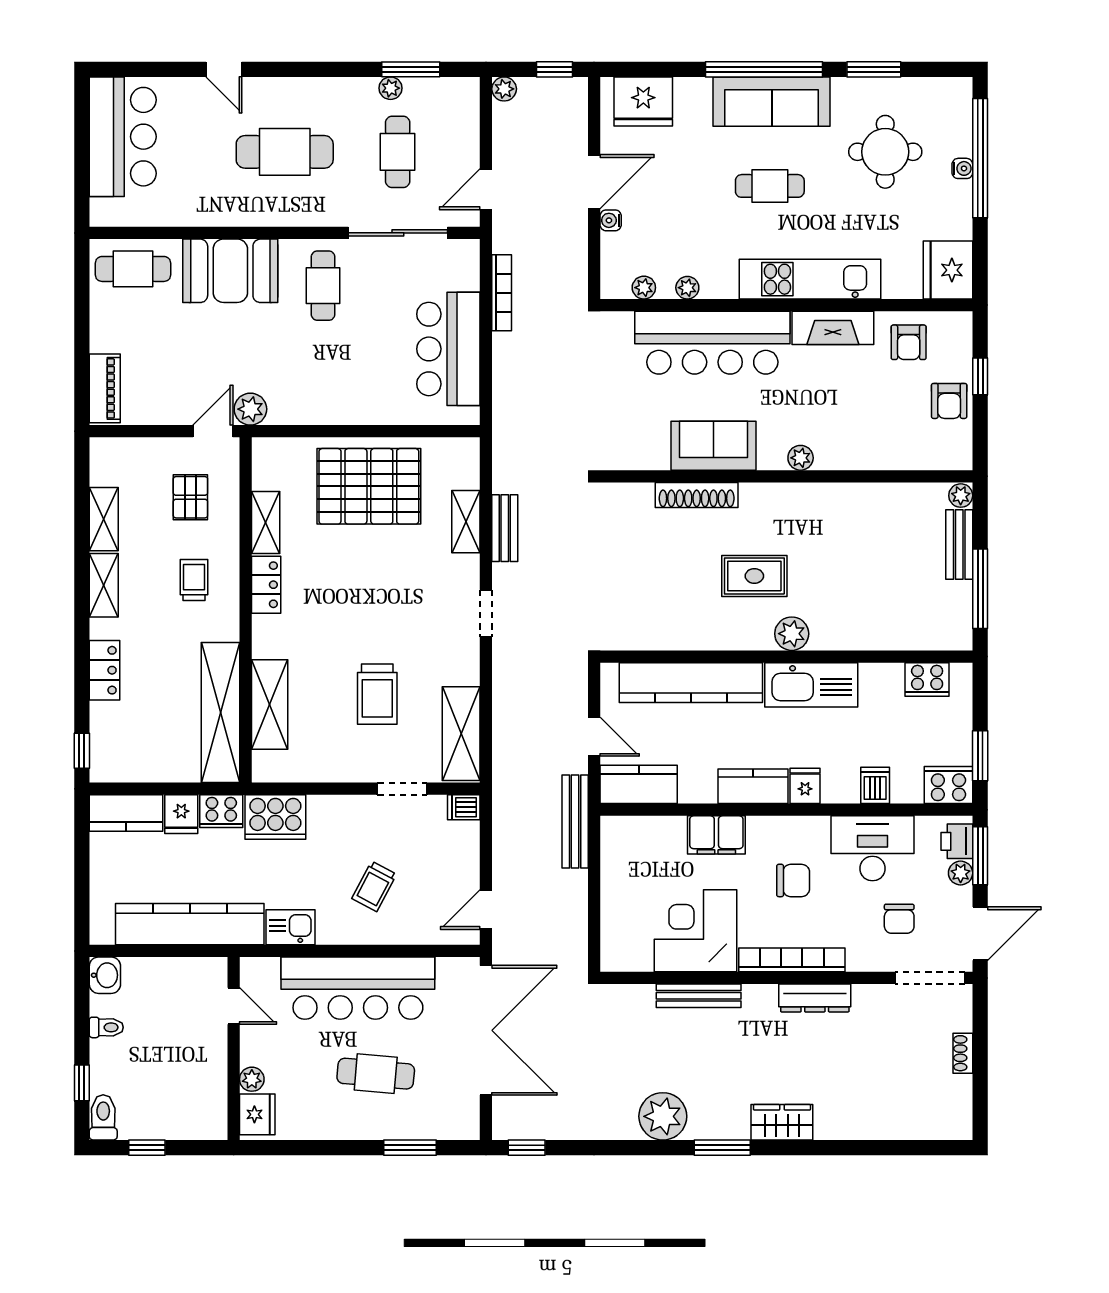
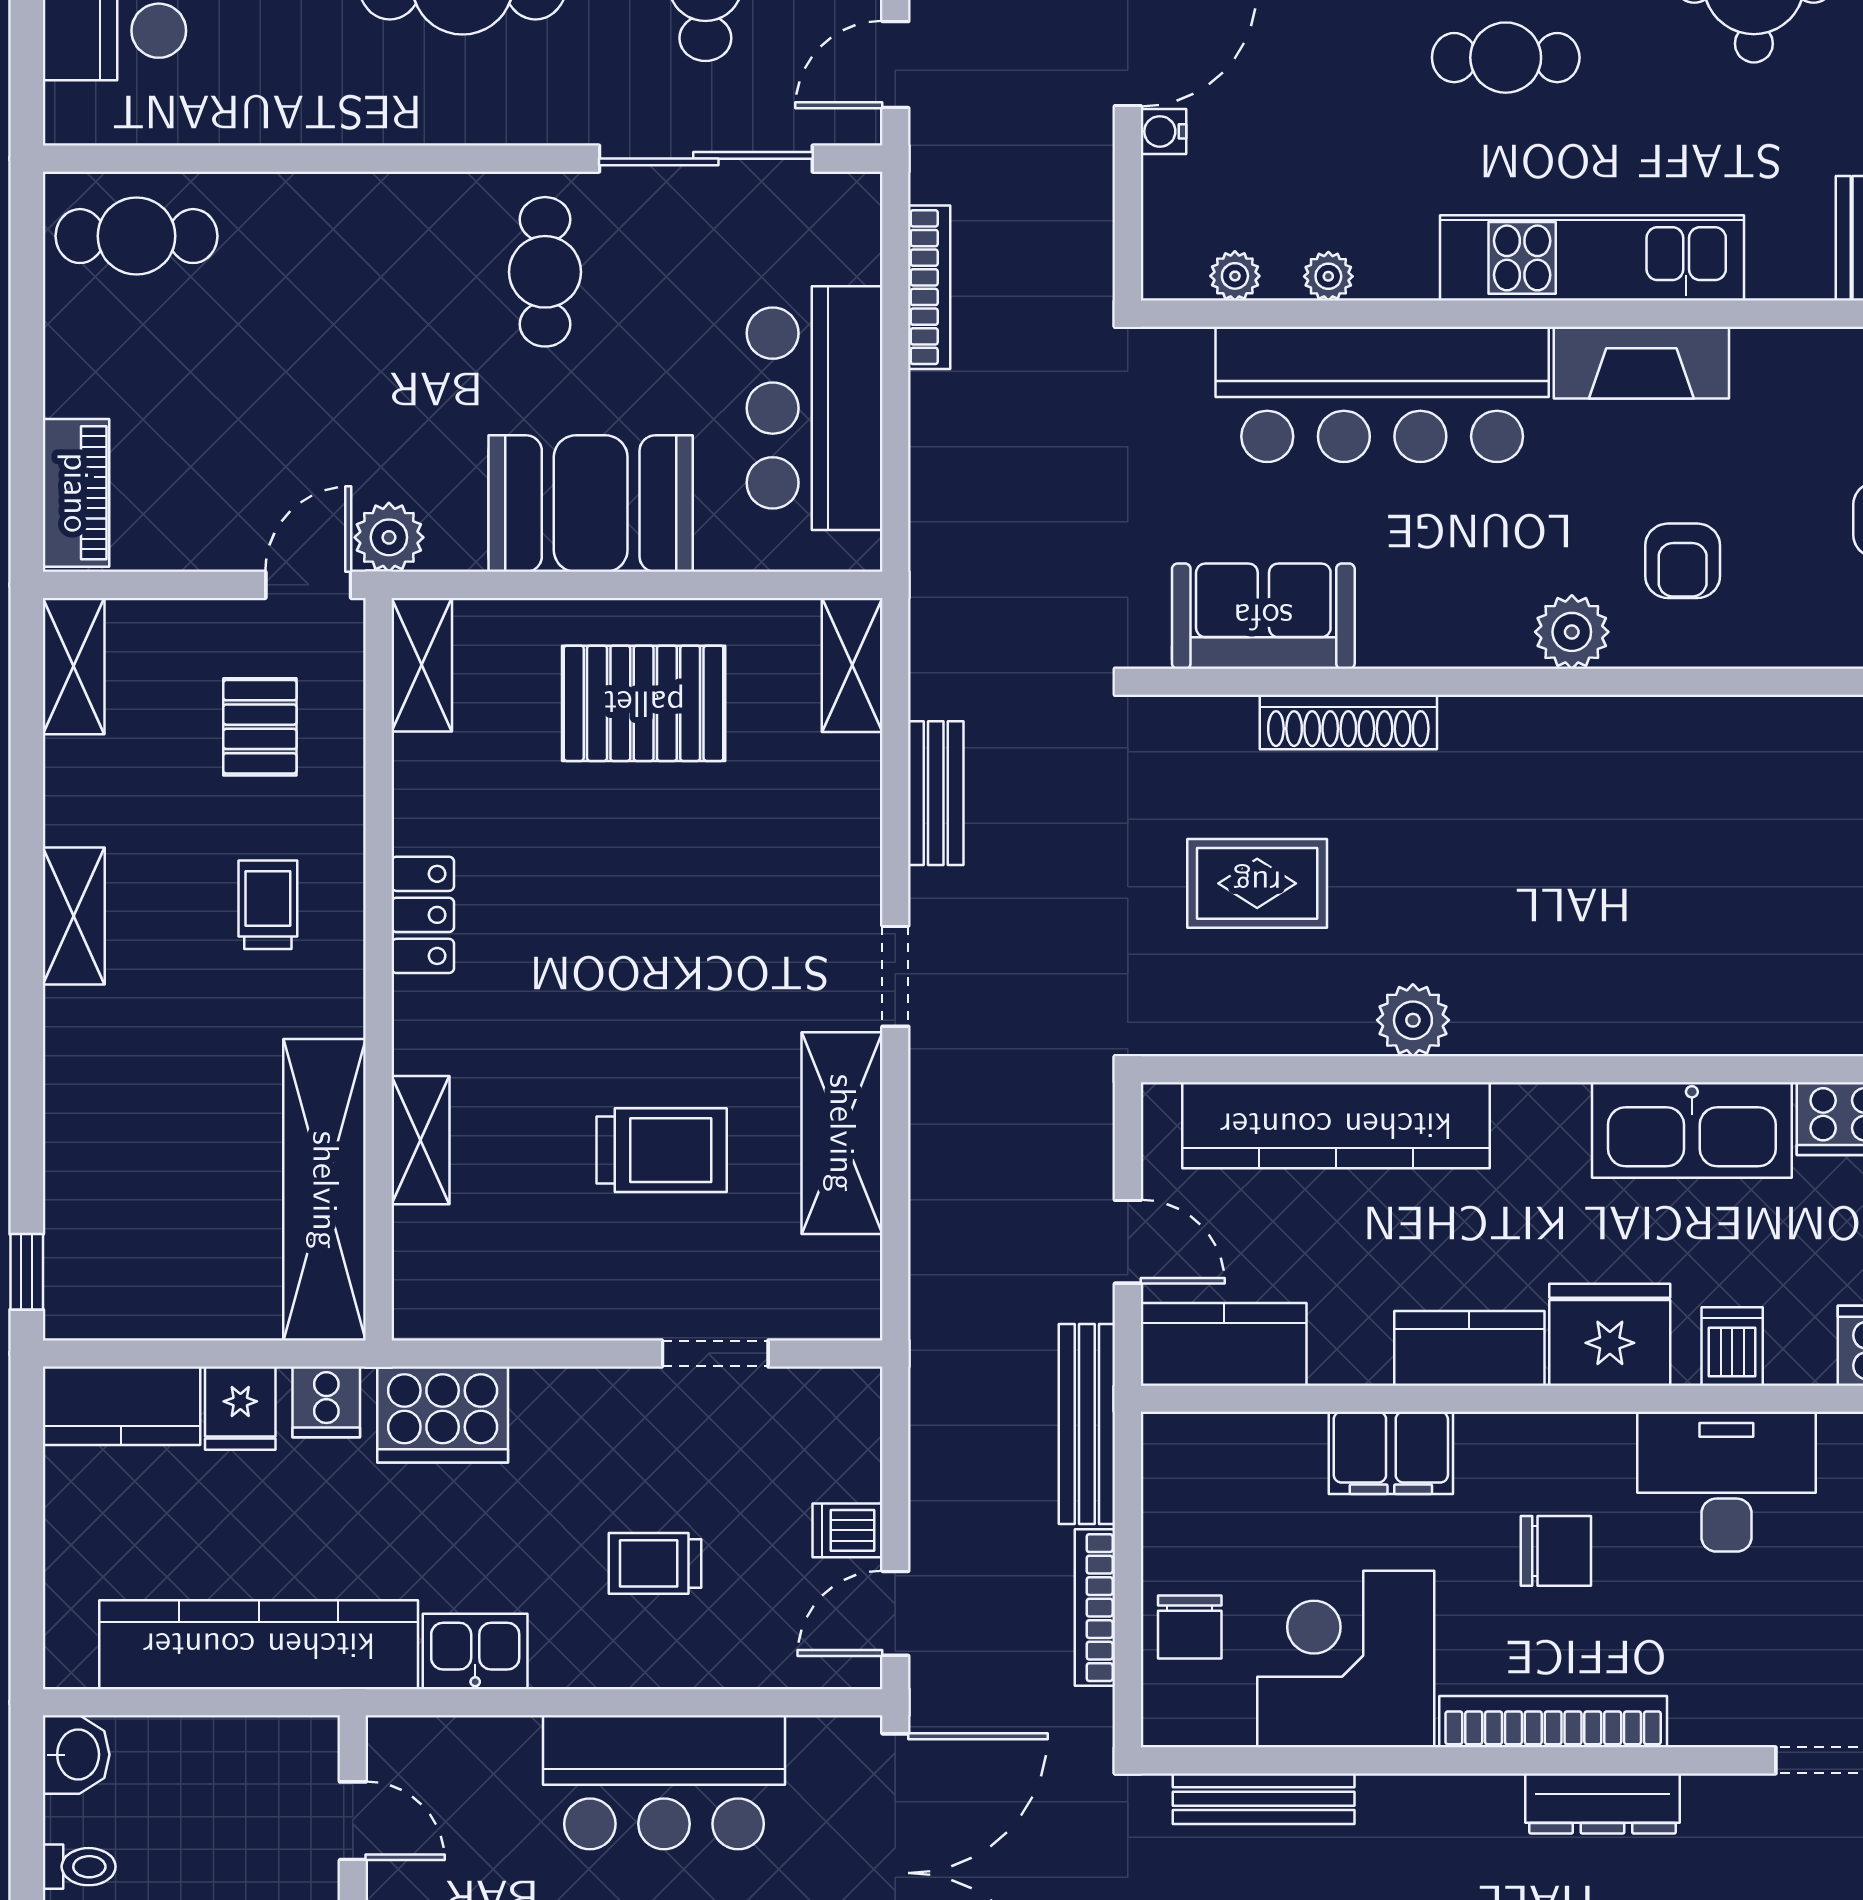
booth: (230, 271) -> (591, 504), moved
armchair: (909, 342) -> (1683, 561), moved
sofa: (714, 446) -> (1263, 616), moved
plant: (801, 458) -> (1572, 632), width x1.38, depth x1.38
pallet: (369, 486) -> (644, 703), width x0.73, depth x0.71
shelving: (104, 519) -> (74, 666), moved
shelving: (466, 522) -> (852, 665), moved
shelving: (266, 523) -> (422, 665), moved
rug: (754, 576) -> (1257, 883), moved
plant: (792, 634) -> (1413, 1020), moved
locker: (105, 670) -> (75, 1099), removed
kitchen sink: (811, 685) -> (1692, 1130), moved
trolley: (377, 694) -> (662, 1150), turned -90
shelving: (270, 704) -> (421, 1140), width x0.67, depth x0.75
shelving: (461, 734) -> (842, 1133), moved
fridge: (805, 786) -> (1610, 1335), width x1.88, depth x1.34
dishwasher: (464, 807) -> (848, 1530), moved
cooker: (221, 811) -> (326, 1402), width x0.73
trolley: (374, 886) -> (655, 1563), turned 62
bookcase: (579, 907) -> (1095, 1608), added
chair: (899, 919) -> (1190, 1627), moved
bar counter: (358, 988) -> (664, 1782), width x0.73
bench: (699, 996) -> (1264, 1799), moved

